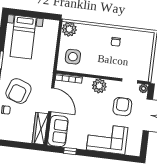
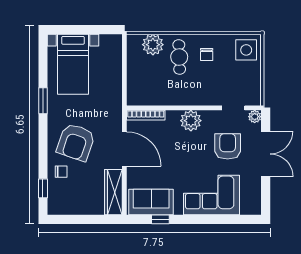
plant: (69, 29) -> (153, 45), moved
cafe table: (97, 41) -> (179, 57), added
side table: (73, 57) -> (246, 50), moved
sofa: (58, 131) -> (151, 202), moved, turned -90

